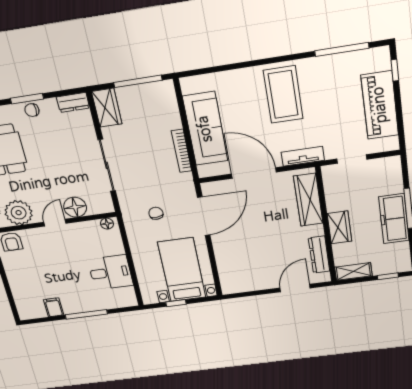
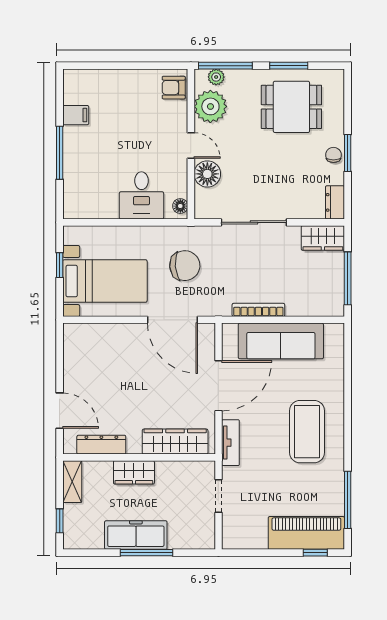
coffee table: (283, 95) -> (307, 432), turned 90
piano: (380, 105) -> (306, 533), moved
chair: (156, 213) -> (185, 266), width x1.87, depth x1.87
desk: (110, 272) -> (141, 195), moved

